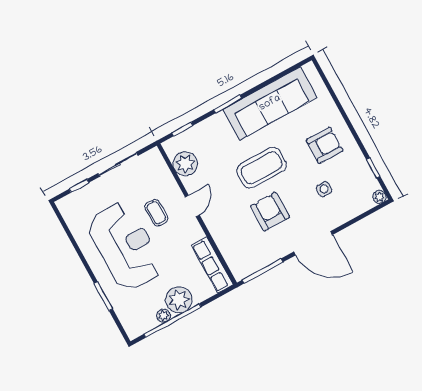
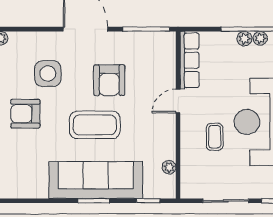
sofa: (270, 103) -> (96, 180), moved
plant: (185, 164) -> (169, 167), width x0.53, depth x0.53
side table: (324, 189) -> (48, 74), width x1.87, depth x1.87
door: (192, 206) -> (178, 101), moved
plant: (179, 300) -> (244, 39), width x0.53, depth x0.53

